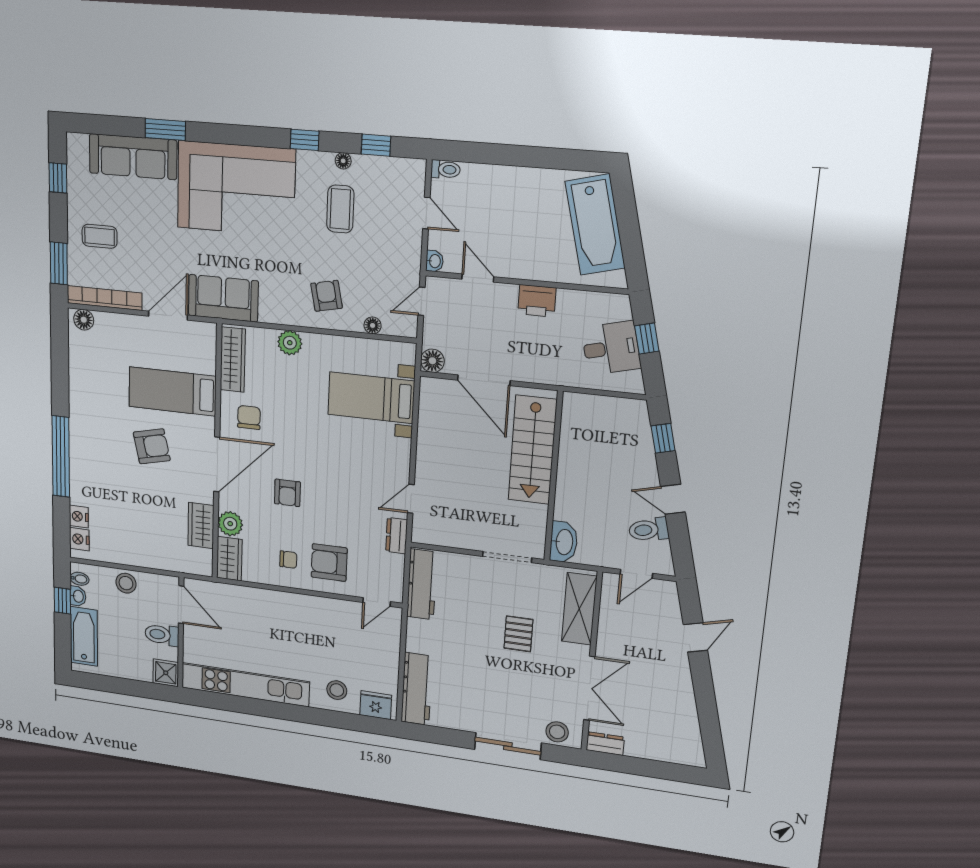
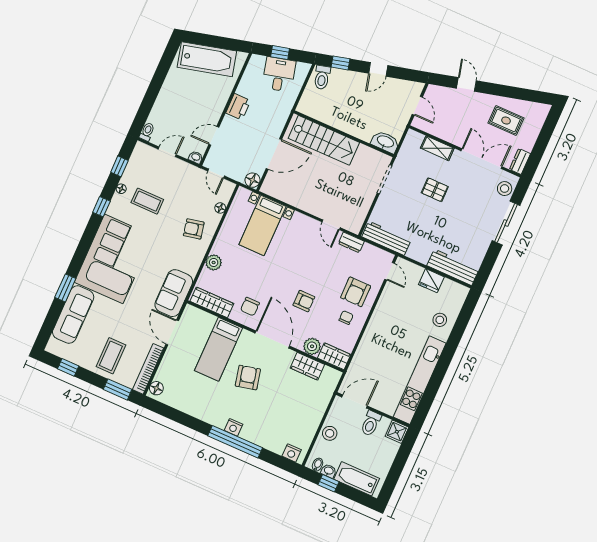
coffee table: (100, 236) -> (111, 356), width x1.36, depth x1.30
chair: (249, 417) -> (250, 307), turned -90
nightstand: (79, 516) -> (233, 427), moved
toilet: (649, 530) -> (322, 77), moved
shelving: (579, 609) -> (437, 148), width x0.67, depth x0.75
fridge: (376, 705) -> (431, 281), moved, turned -90
rug: (660, 709) -> (506, 121), added

